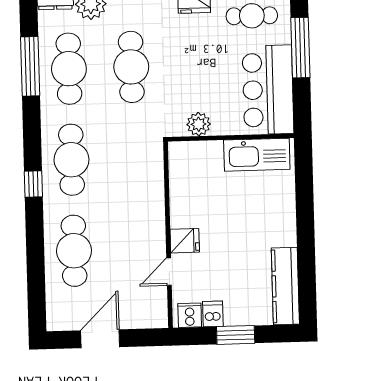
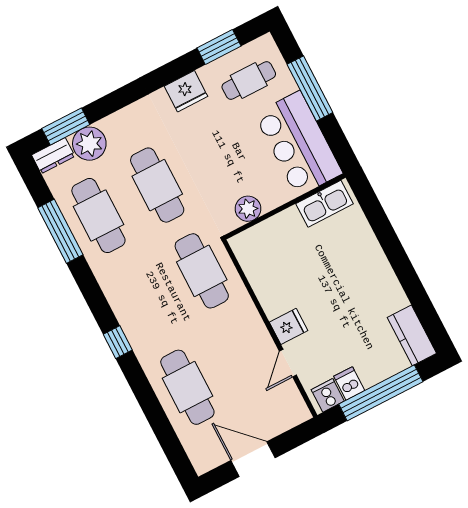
kitchen sink: (257, 155) -> (324, 204), width x0.73, depth x0.81
cafe table: (71, 160) -> (202, 271), moved
kitchen counter: (285, 286) -> (412, 335), width x0.67
window: (236, 335) -> (381, 393), width x2.11
door: (100, 339) -> (253, 459), hinge flipped

